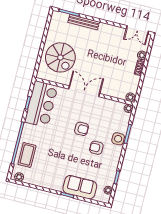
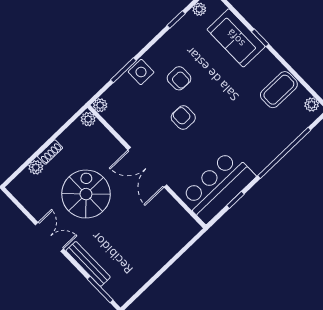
double door: (137, 30) -> (49, 237), moved
spiral stairs: (60, 57) -> (86, 194), moved
coffee table: (27, 155) -> (279, 90), moved

